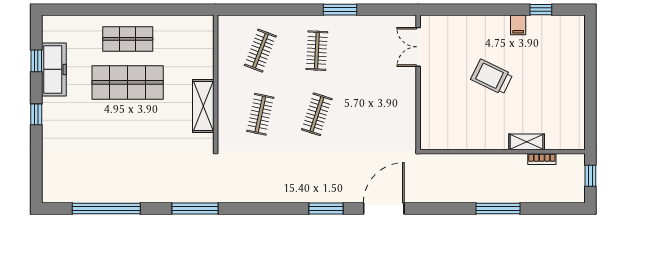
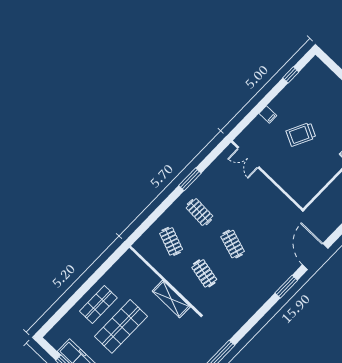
filing cabinet: (518, 25) -> (268, 114), moved

